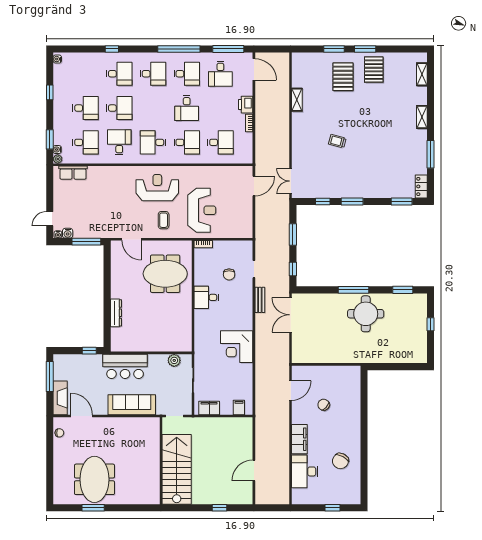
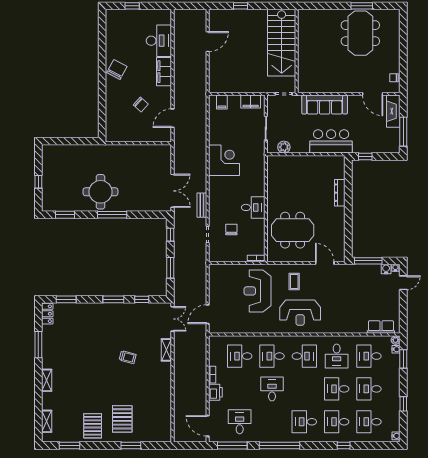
window: (365, 49) -> (69, 446), moved
desk: (187, 74) -> (369, 422), moved
shelving: (297, 100) -> (166, 350), moved
chair: (340, 461) -> (117, 70), moved

